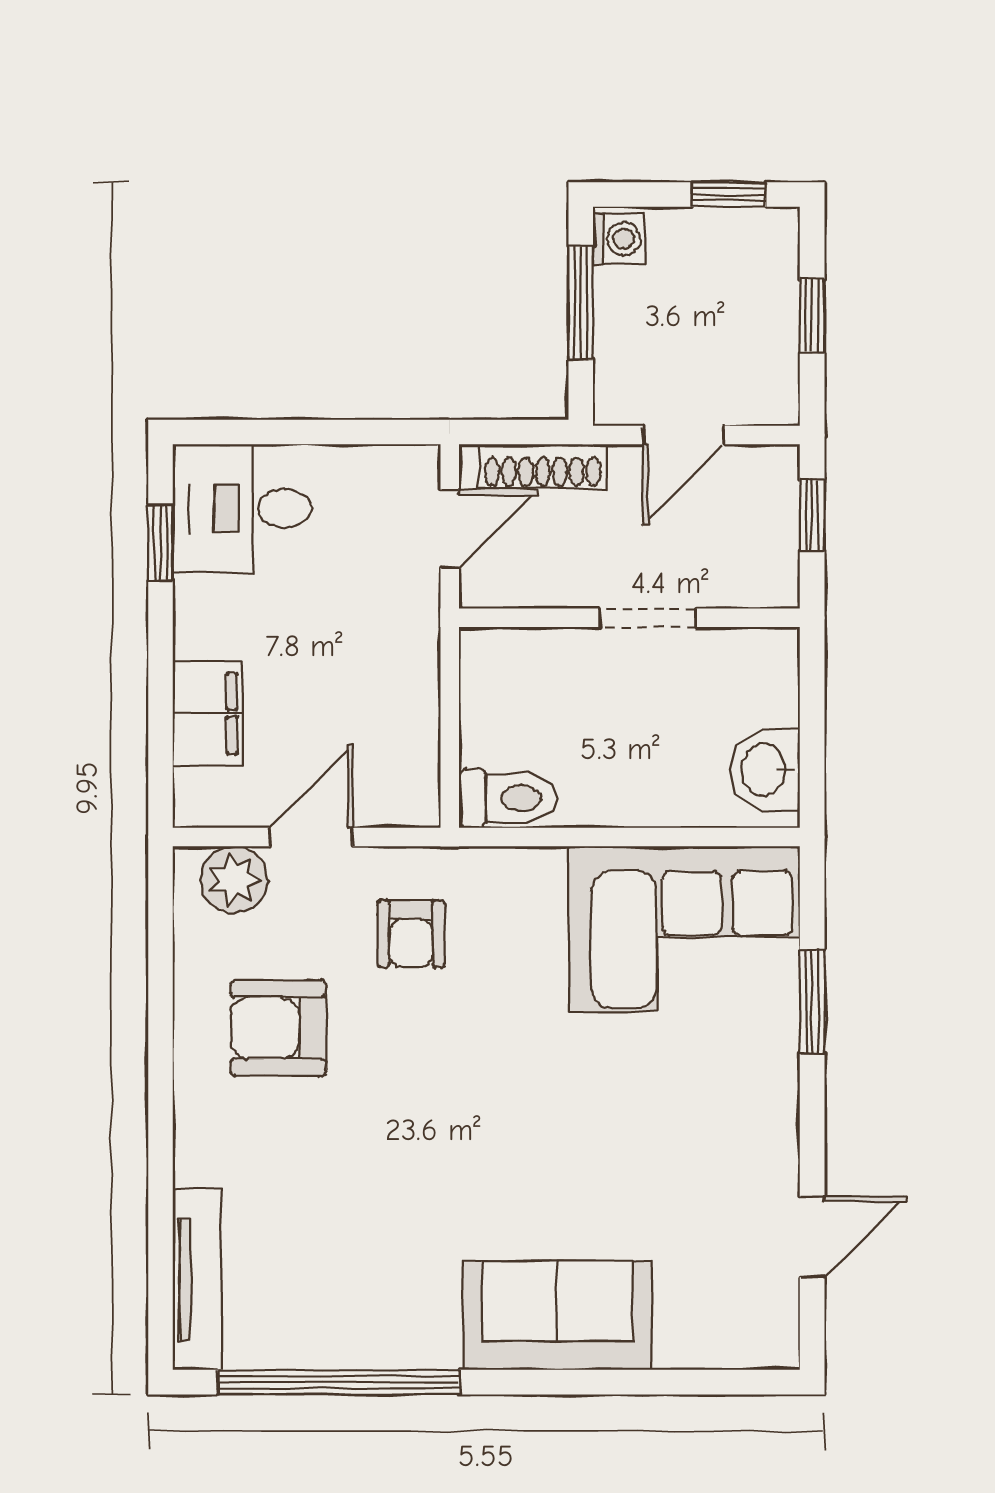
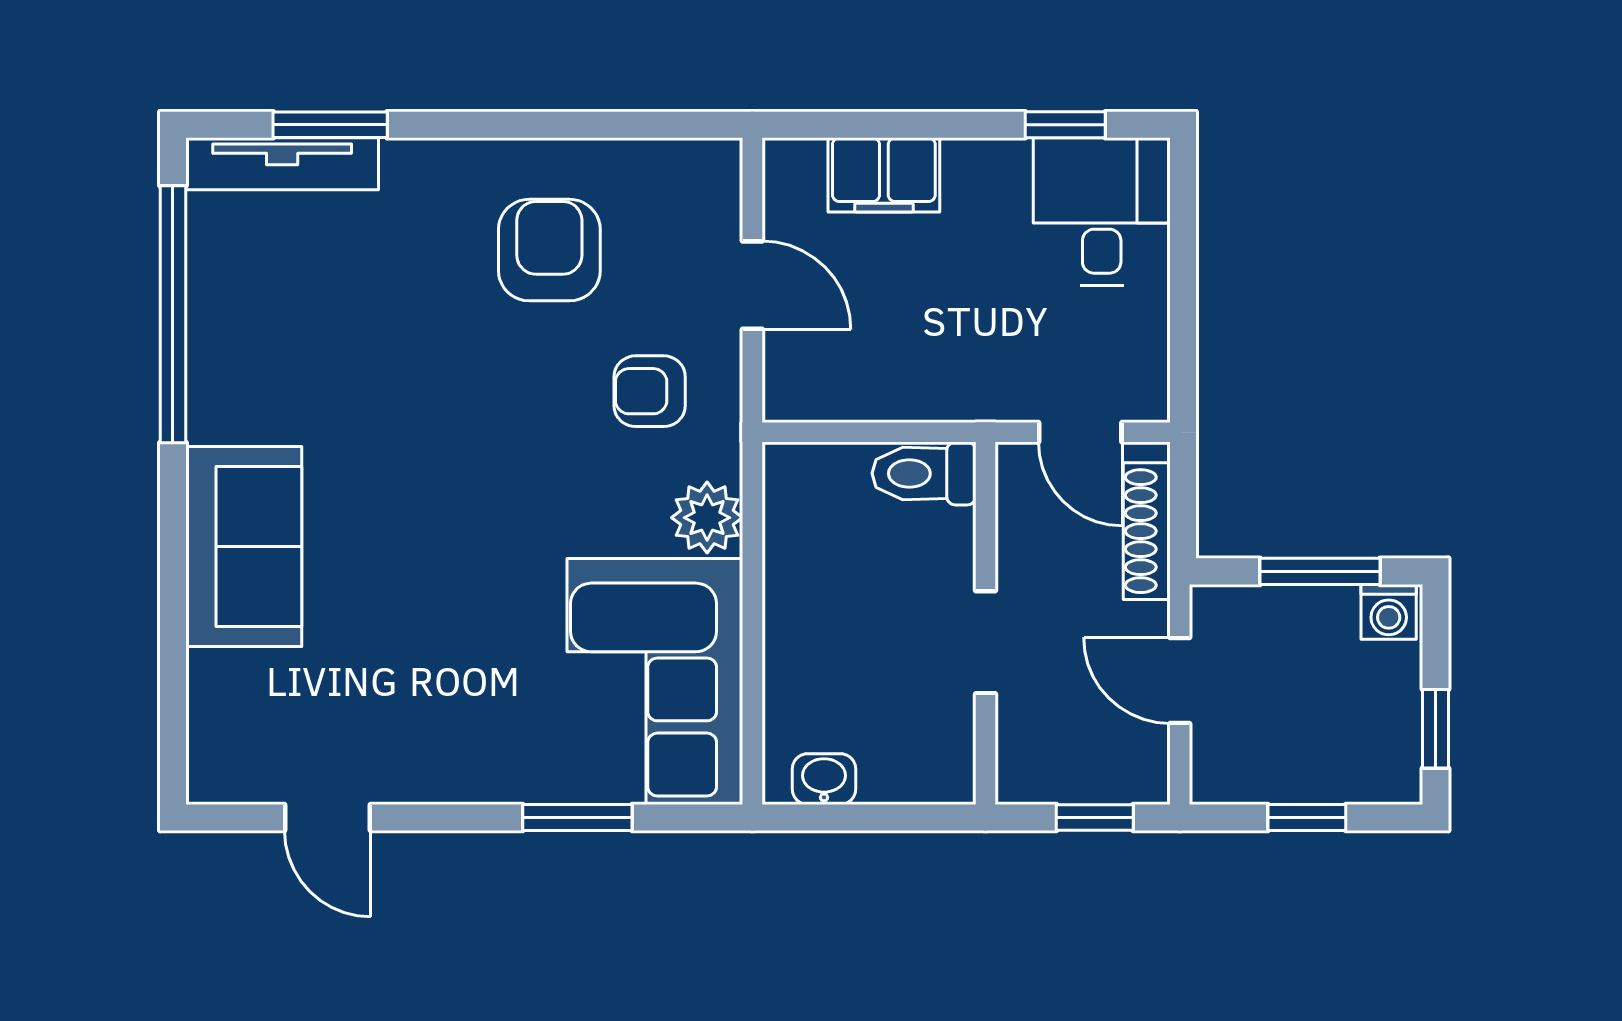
washbasin: (765, 770) -> (824, 779), width x0.72, depth x0.69
toilet: (508, 798) -> (924, 473), moved, turned 90
plant: (234, 880) -> (707, 518), moved
window: (160, 1234) -> (330, 125), added

